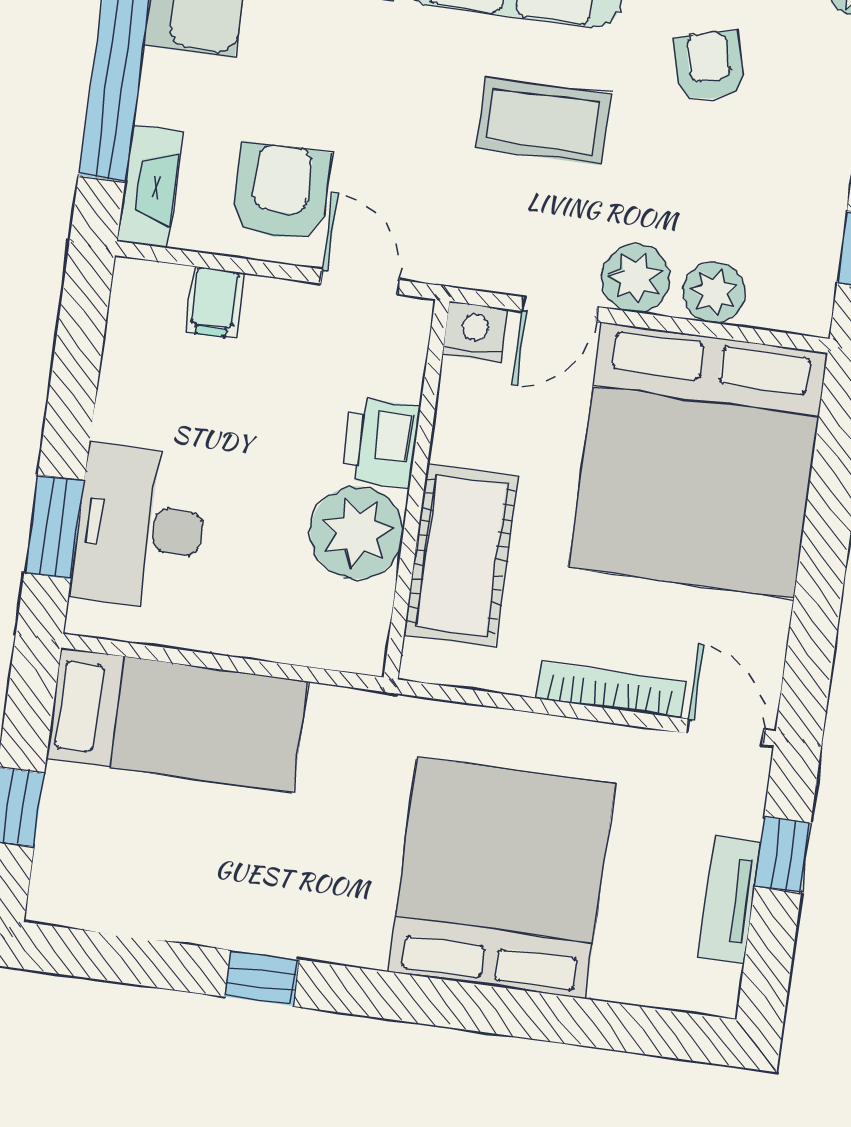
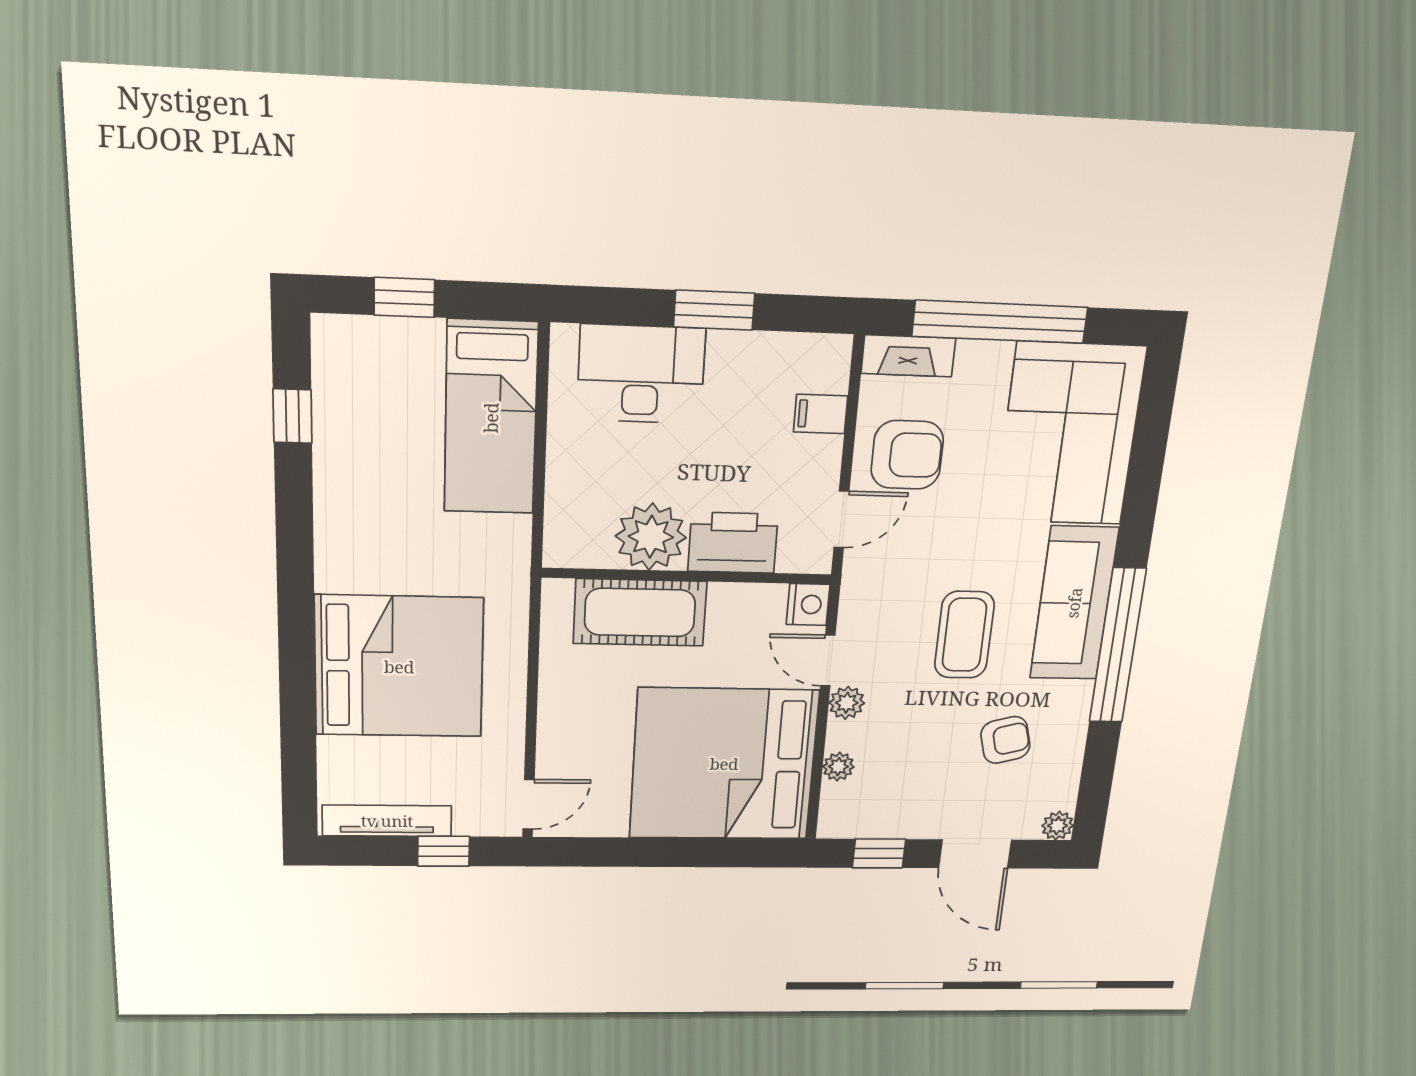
plant: (636, 278) -> (847, 703), width x0.73, depth x0.73
plant: (714, 292) -> (838, 767), width x0.73, depth x0.73
printer: (381, 443) -> (733, 543), width x1.37, depth x1.19
window: (54, 527) -> (714, 310), moved
bookcase: (611, 690) -> (550, 726), removed
tv unit: (729, 899) -> (387, 821), width x1.41
window: (262, 978) -> (293, 416), moved

